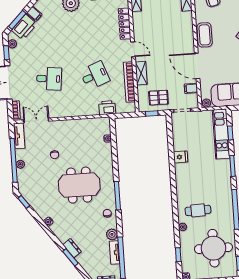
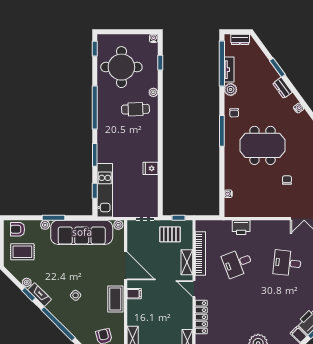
filing cabinet: (191, 88) -> (134, 294), moved
printer: (107, 108) -> (241, 227), moved
dresser: (72, 248) -> (282, 88), moved

